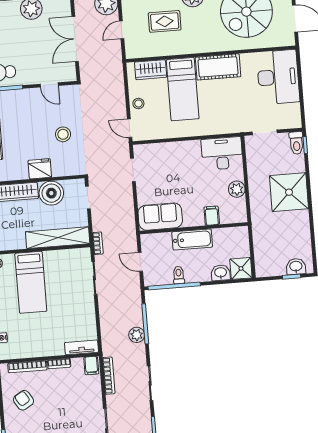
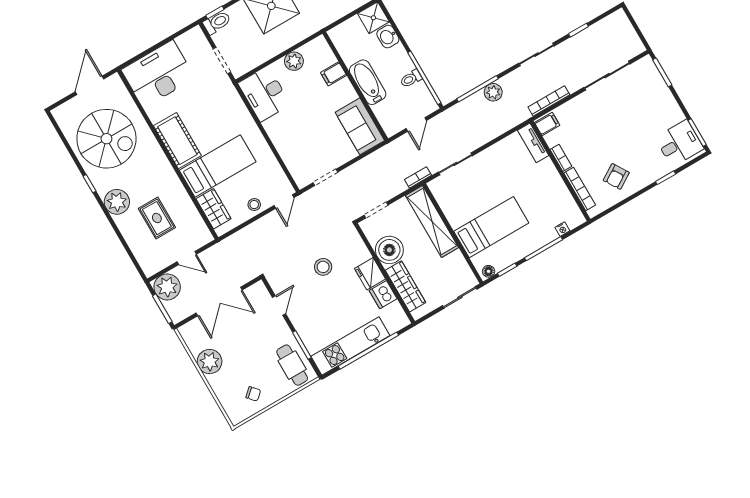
dishwasher: (18, 171) -> (383, 295), added

